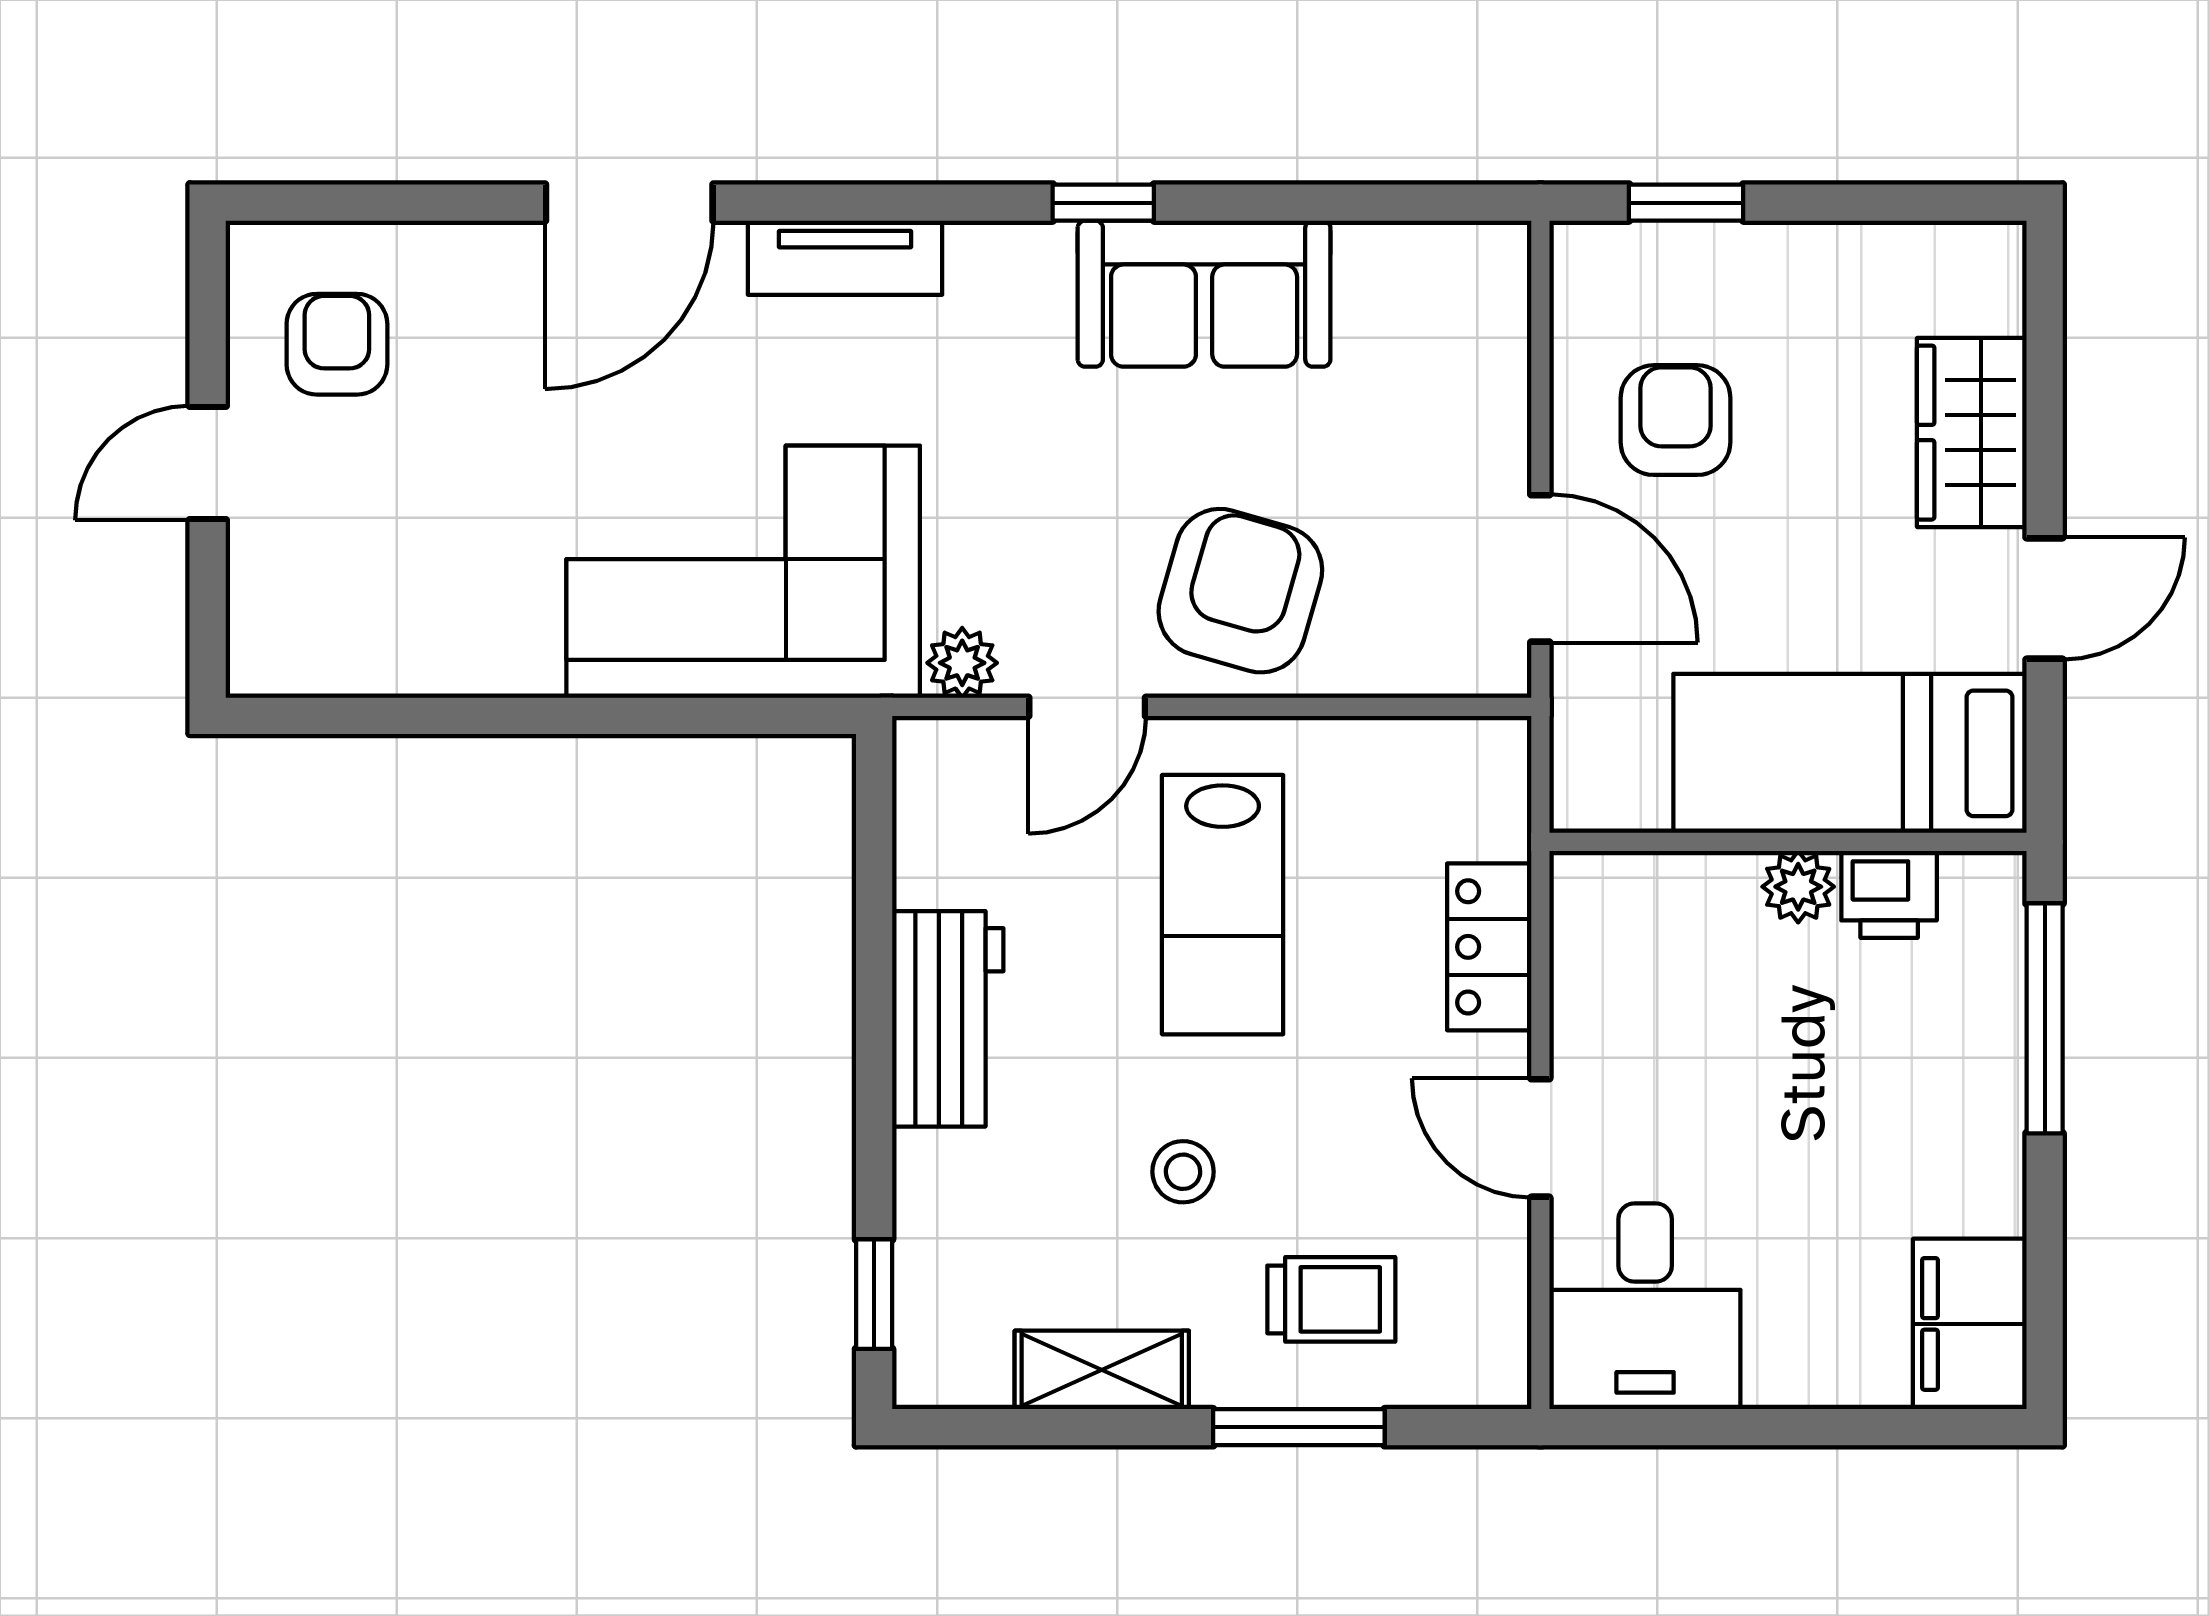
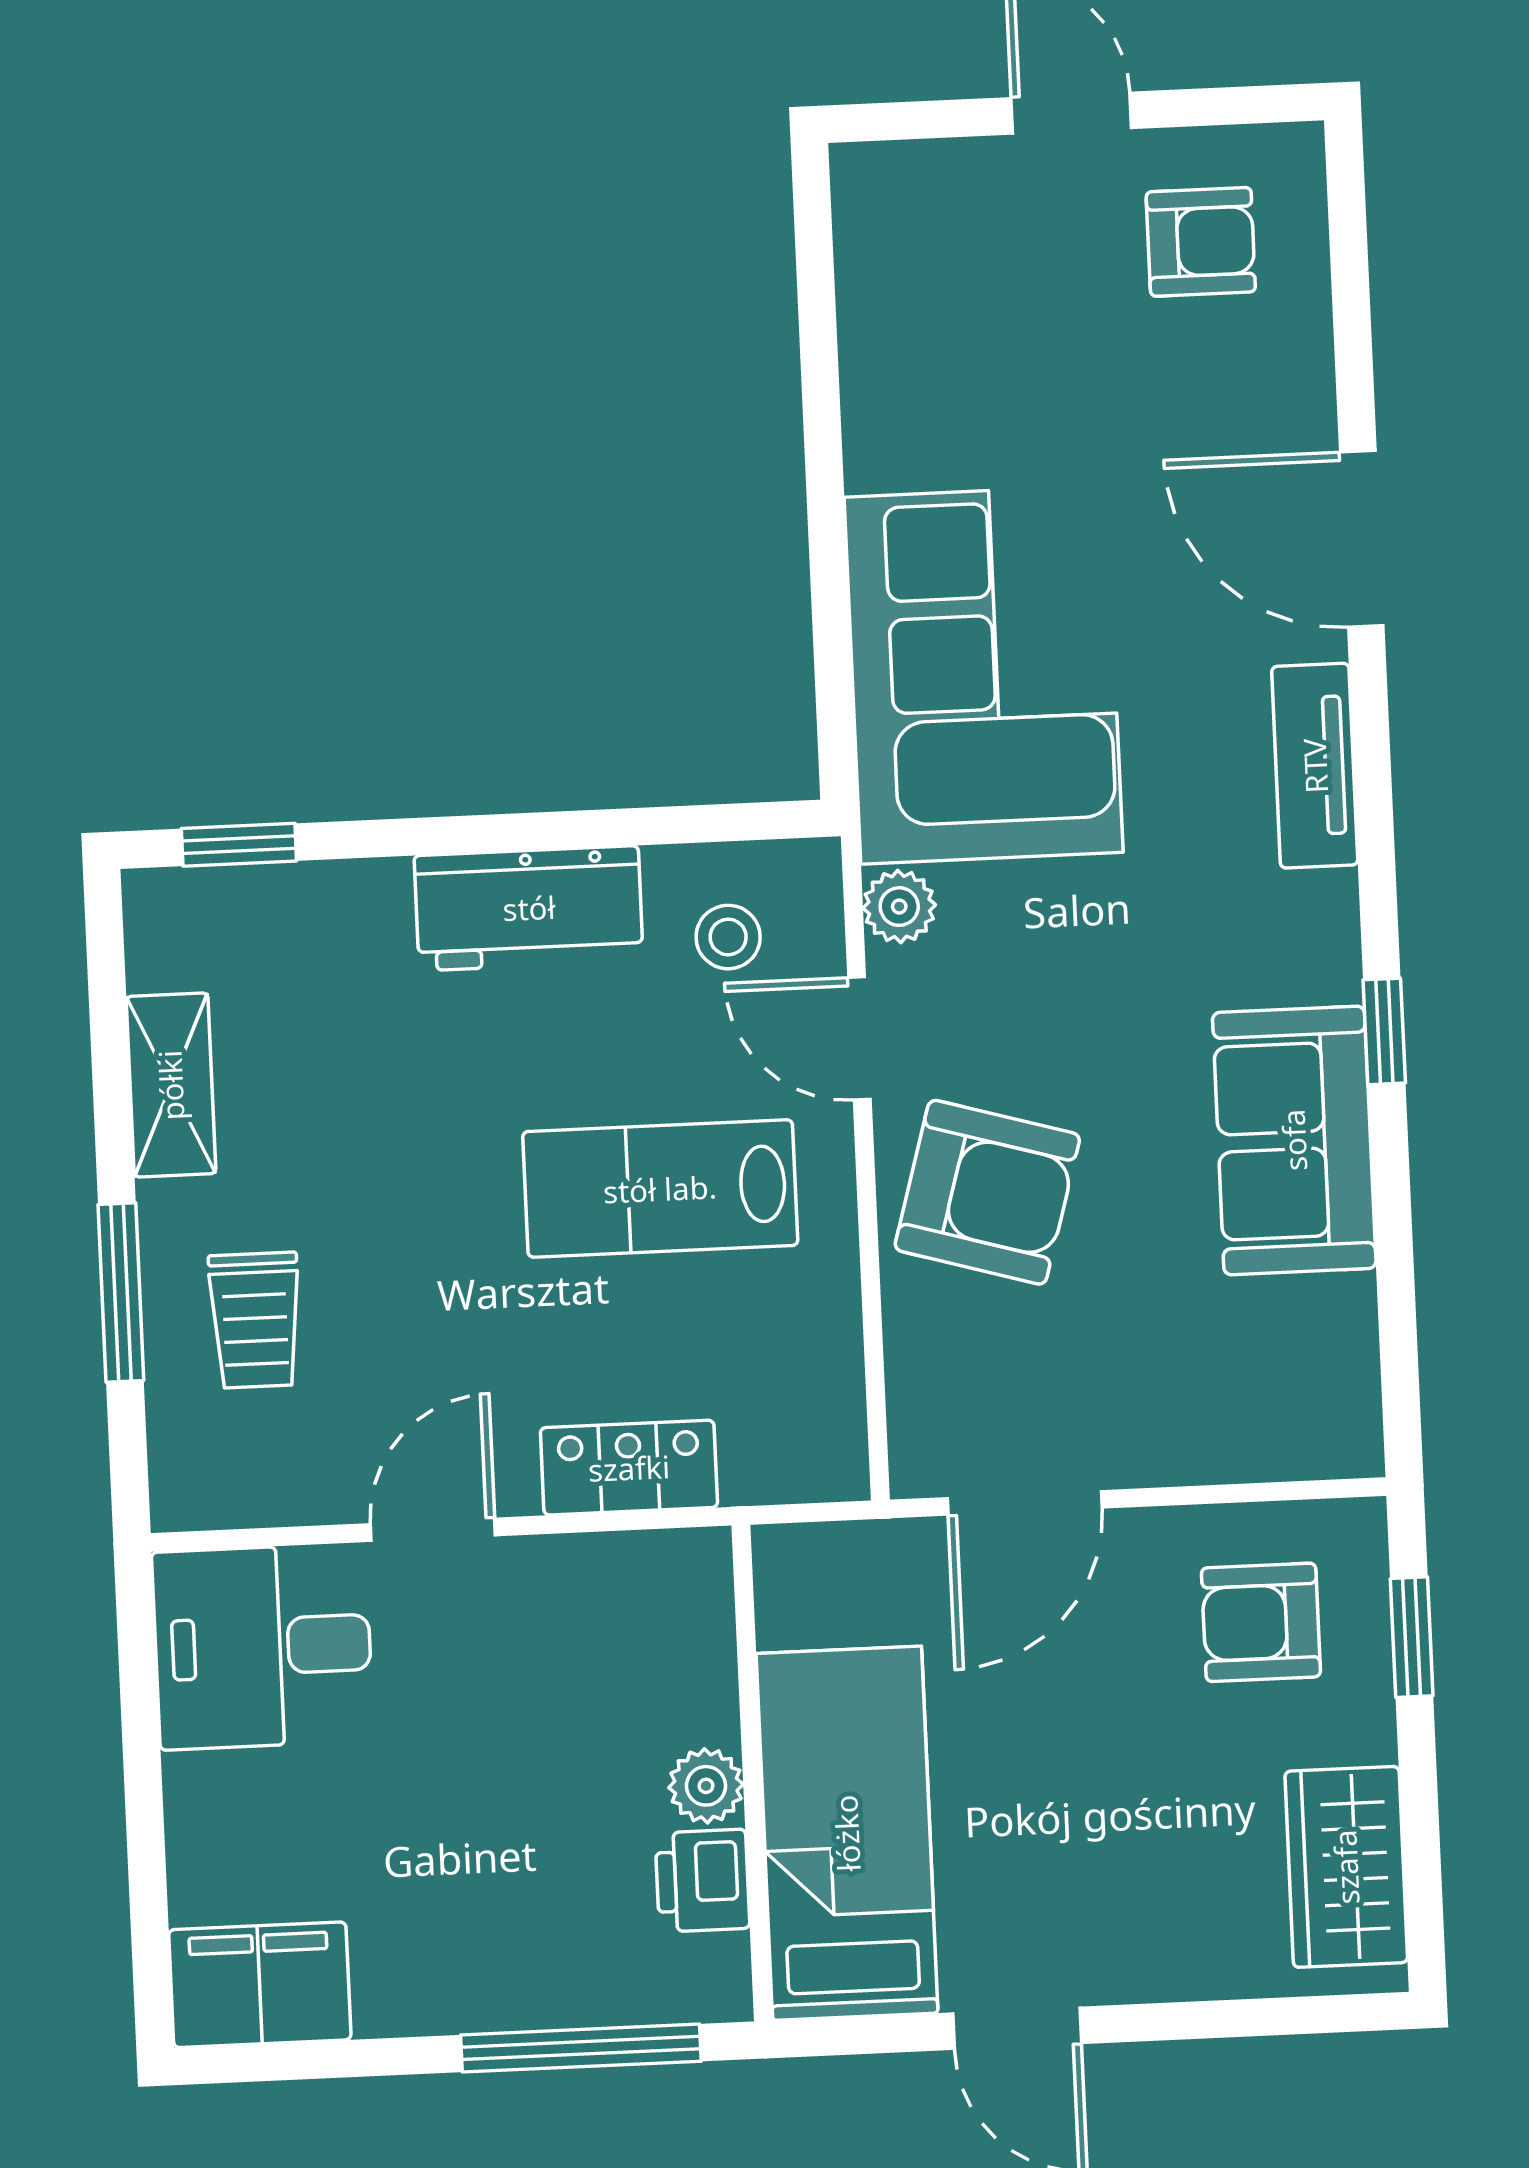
armchair: (1675, 420) -> (1261, 1622), moved, turned 180
wardrobe: (1972, 433) -> (1346, 1867), moved, turned -90
stool: (1183, 1172) -> (728, 937), moved

